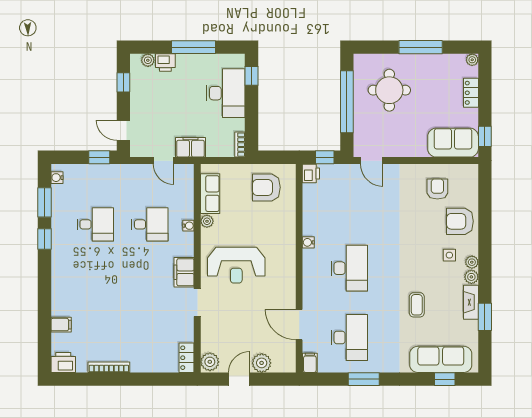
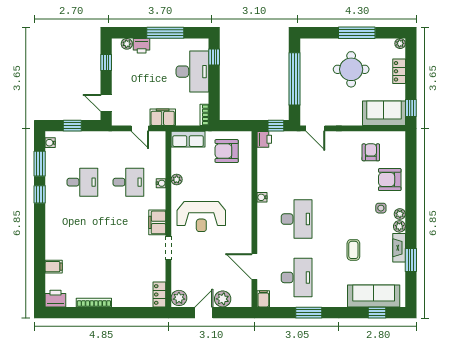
round table: (389, 90) -> (351, 69), moved
window: (99, 157) -> (72, 126), moved
row of seats: (210, 194) -> (188, 139), moved, turned 90

